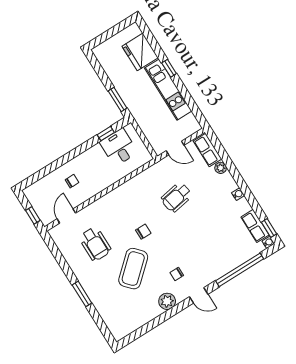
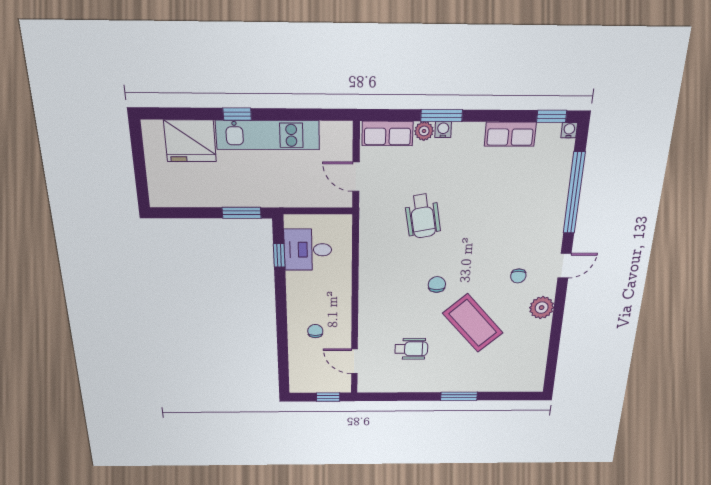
door: (175, 148) -> (356, 177), swing flipped
window: (234, 172) -> (442, 115), added
water cooler: (238, 194) -> (443, 130), moved
row of seats: (255, 226) -> (510, 134), moved
wheelchair: (95, 244) -> (411, 349), width x0.73, depth x0.73

